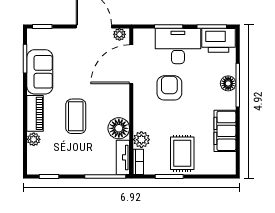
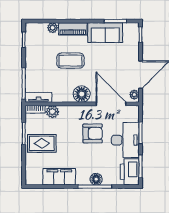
floor lamp: (119, 128) -> (82, 94), moved

